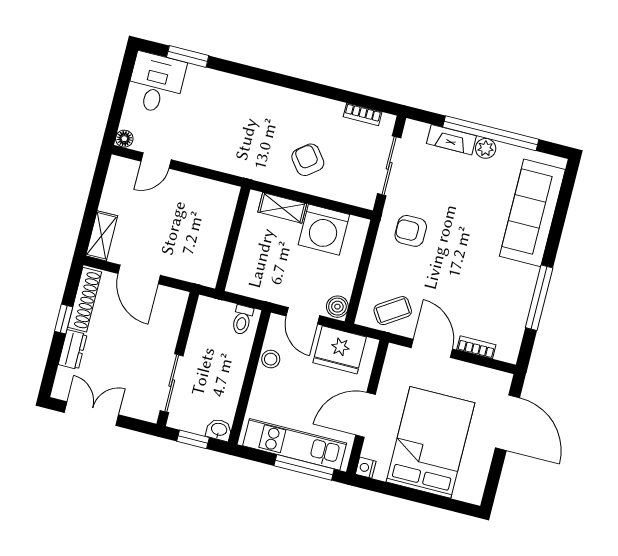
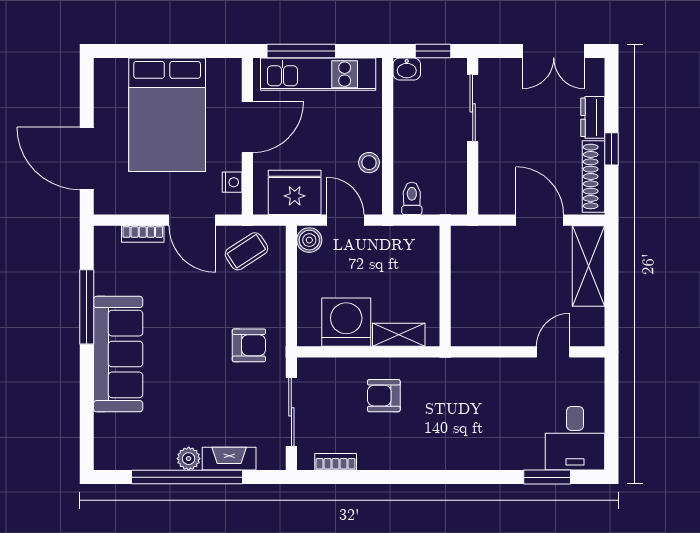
floor lamp: (124, 139) -> (595, 367), removed
armchair: (308, 160) -> (384, 396), turned 128
sofa: (532, 213) -> (118, 354), moved
shelving: (102, 236) -> (588, 266), width x1.50, depth x1.33
nightstand: (366, 468) -> (232, 182), moved

